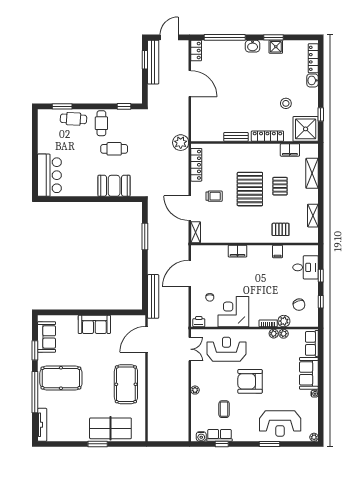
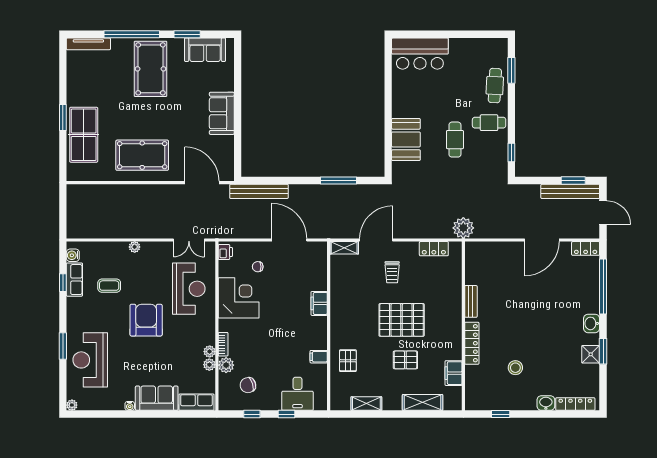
shower: (306, 129) -> (481, 394), removed
locker: (196, 165) -> (434, 249), width x0.66

